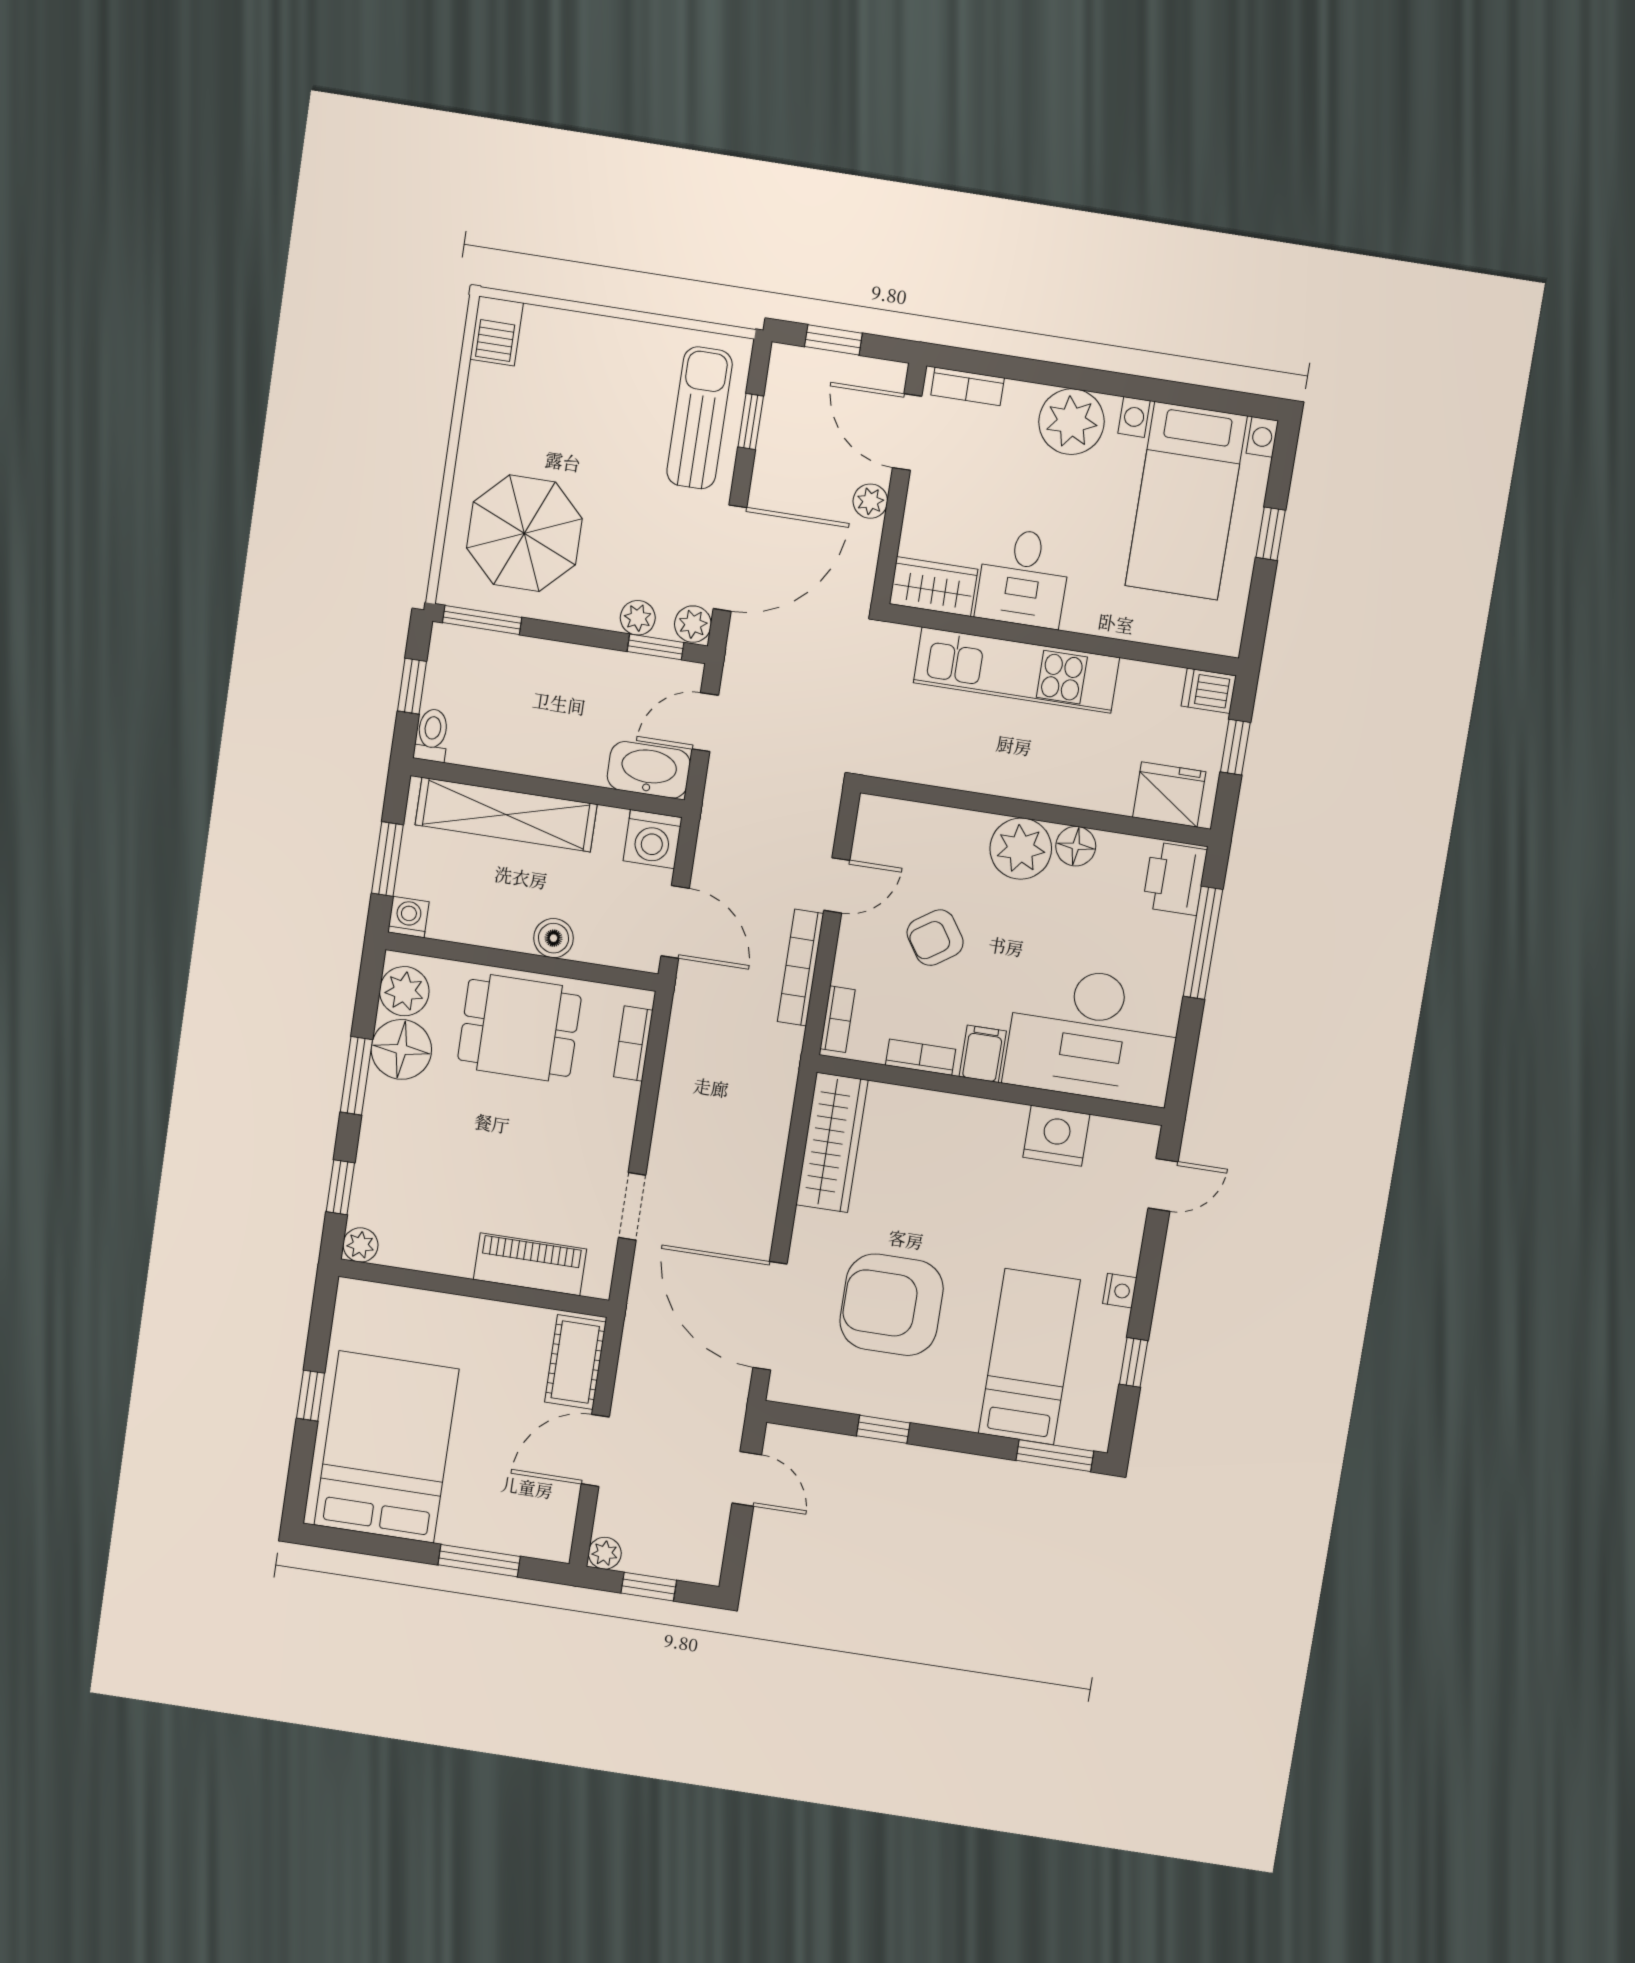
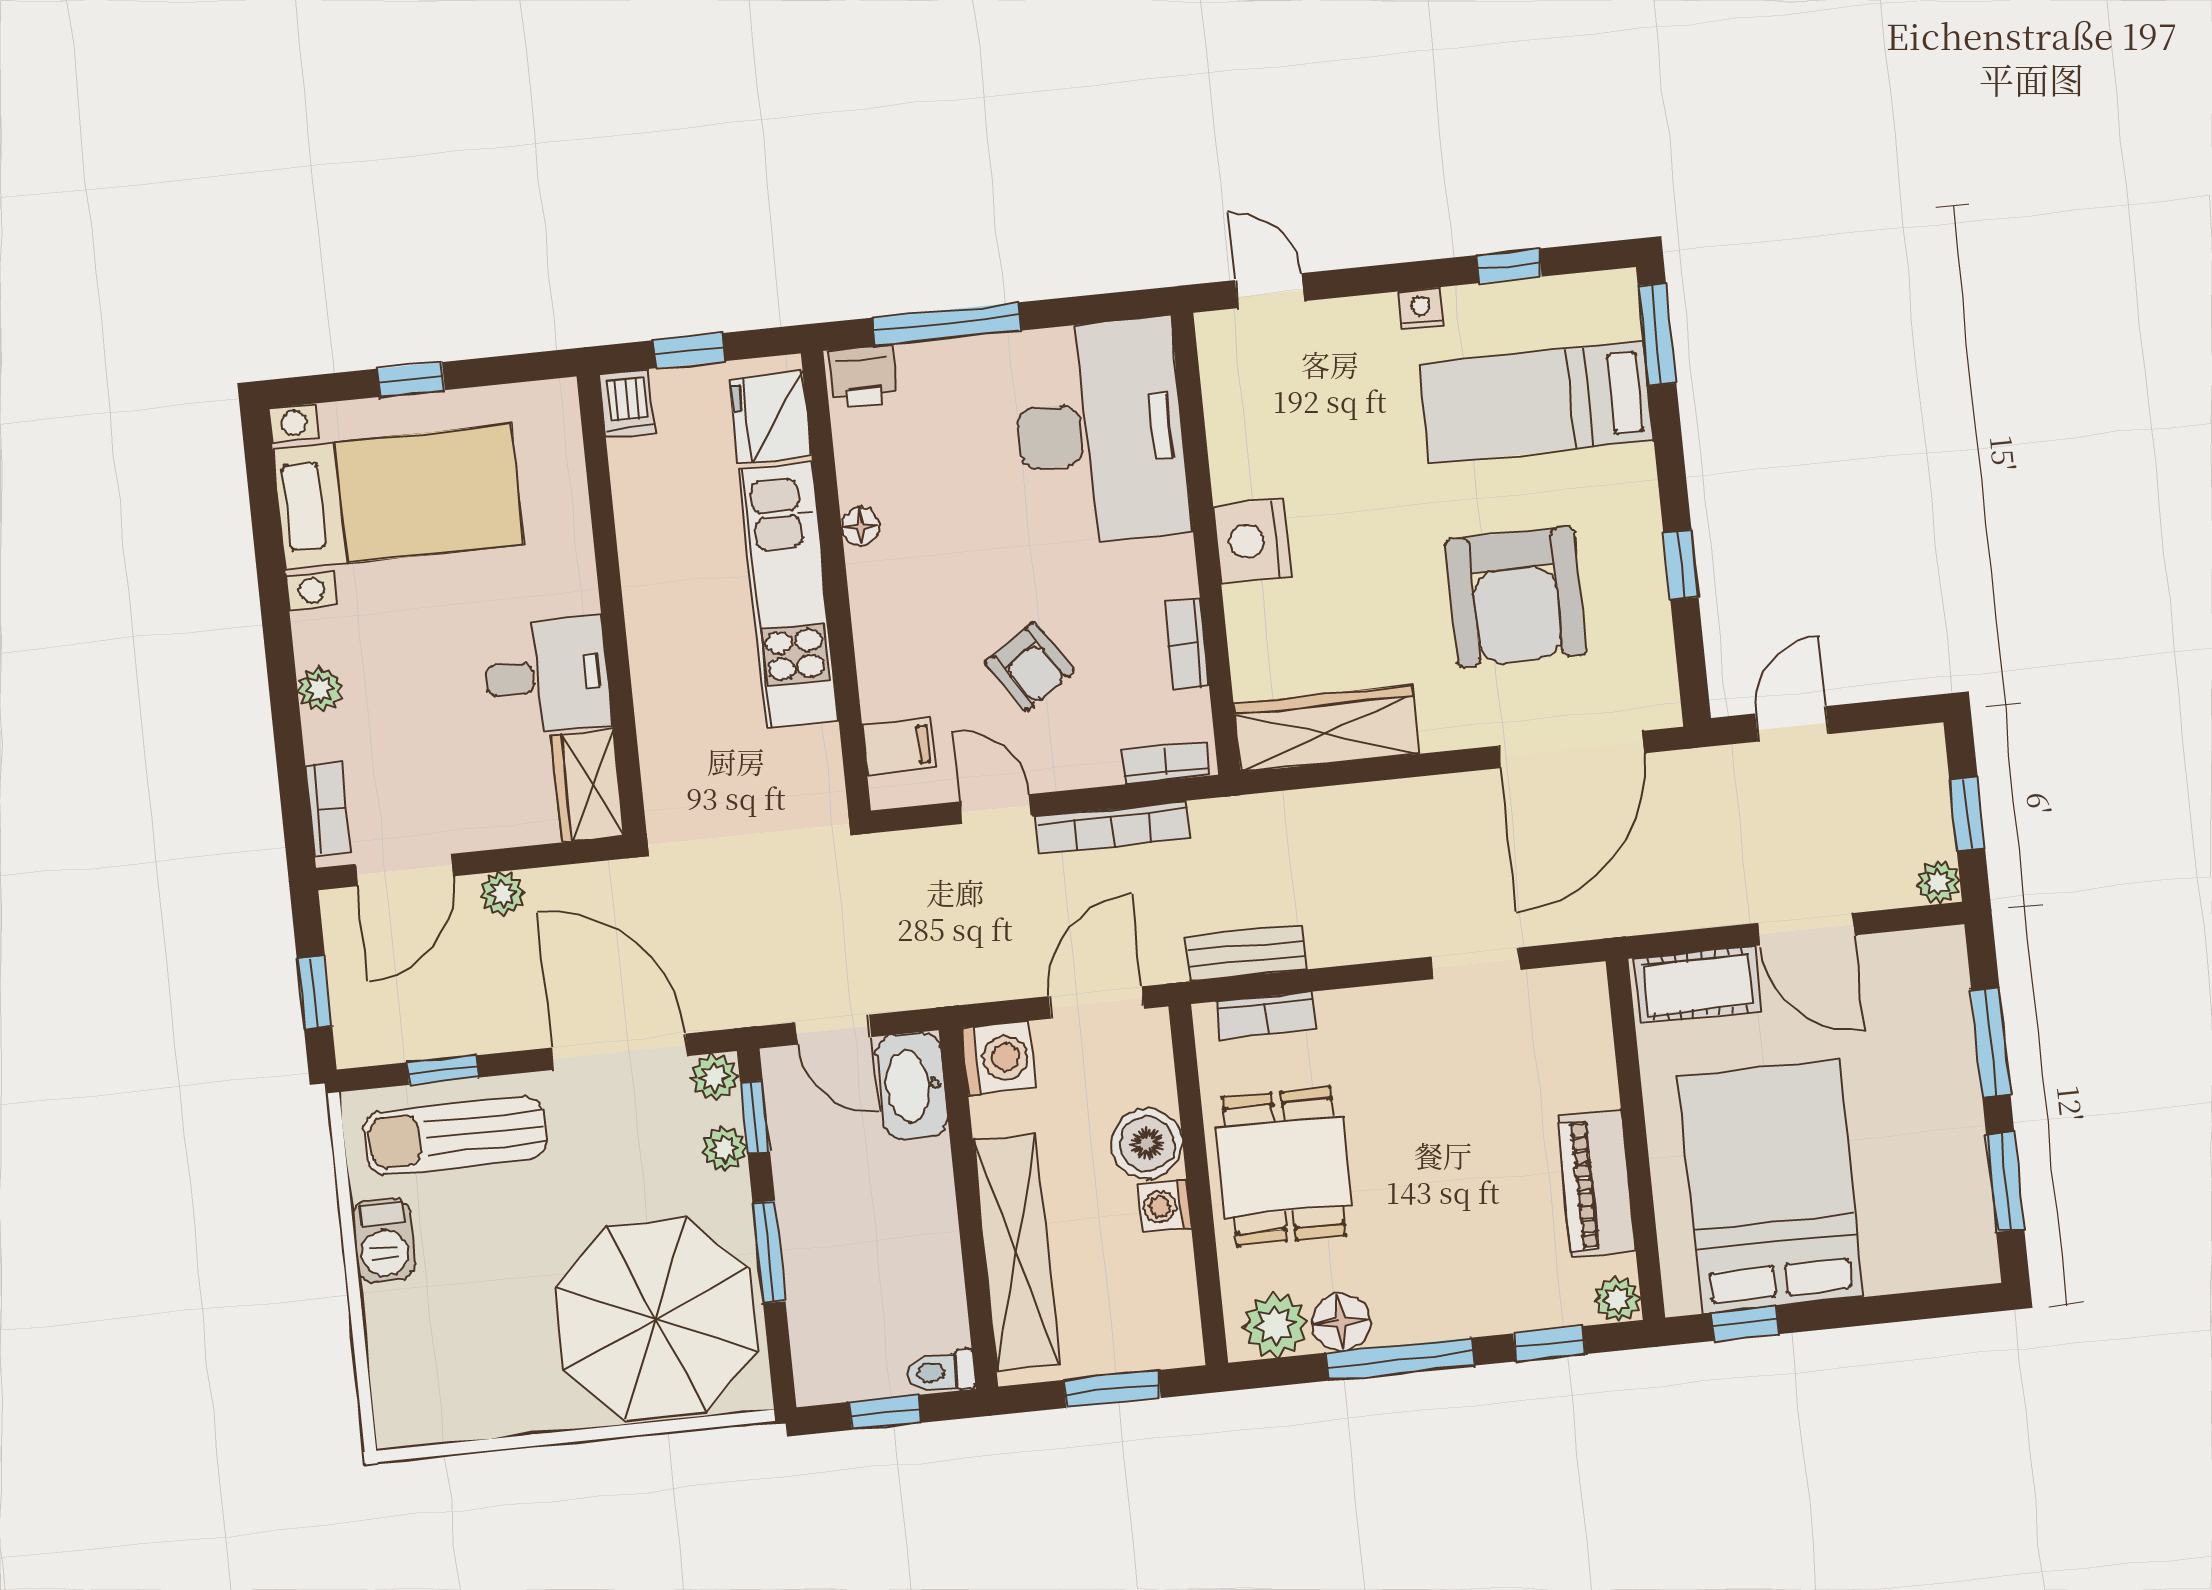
barbecue: (497, 331) -> (384, 1240), moved, turned 90
plant: (1071, 422) -> (320, 689), width x0.53, depth x0.53
parasol: (524, 533) -> (656, 1319), width x1.36, depth x1.36
window: (482, 620) -> (769, 1252), moved
kitchen unit: (1016, 670) -> (789, 595), moved, turned 180
floor lamp: (1076, 846) -> (860, 527), width x0.73, depth x0.73
plant: (1021, 849) -> (888, 588), removed
printer: (1175, 878) -> (862, 376), width x0.73, depth x0.81
washing machine: (408, 917) -> (1165, 1206), moved
boiler: (554, 938) -> (1147, 1144), width x1.36, depth x1.36
bench: (683, 1041) -> (1246, 953), added
floor lamp: (401, 1049) -> (1341, 1322), width x0.73, depth x0.73
filing cabinet: (983, 1054) -> (899, 746), moved, turned 180
window: (356, 1076) -> (1400, 1359), width x1.44
nightstand: (1056, 1136) -> (1252, 541), moved
piano: (530, 1264) -> (1597, 1184), moved
window: (311, 1396) -> (1745, 1323), moved
bed: (386, 1447) -> (1771, 1187), moved, turned 90
window: (375, 1545) -> (2005, 1182), added

